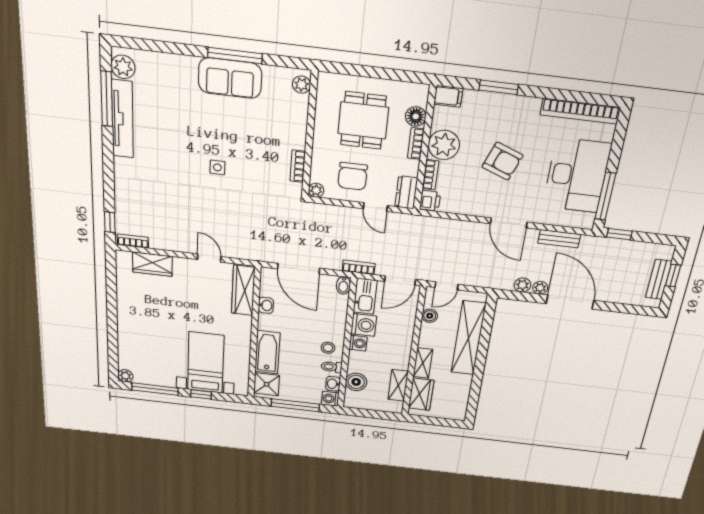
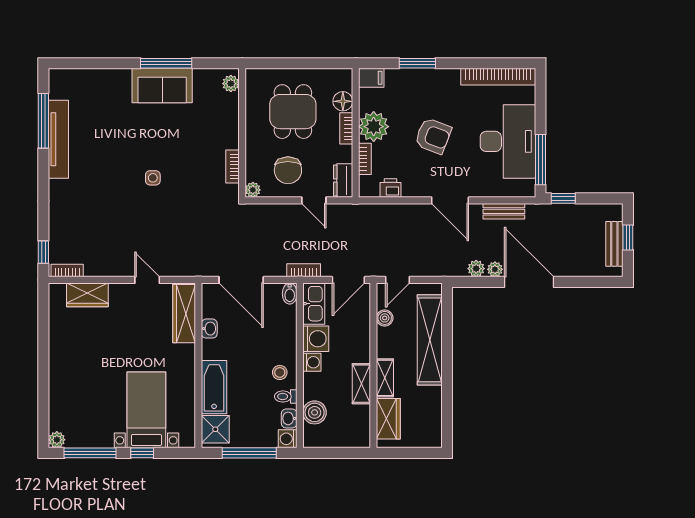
plant: (123, 67) -> (60, 87), removed
printer: (430, 201) -> (390, 188), moved, turned -90
shelving: (398, 385) -> (361, 384), moved

